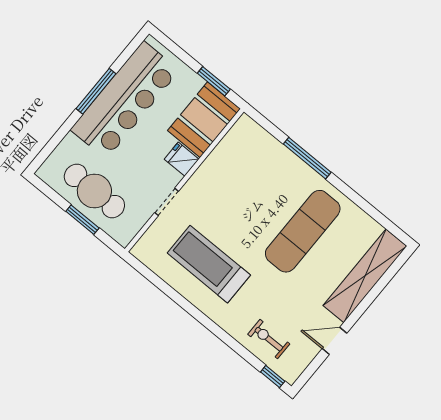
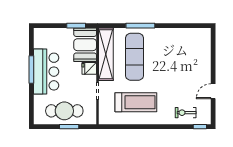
bar counter: (125, 100) -> (46, 72), width x0.73
exercise mat: (303, 231) -> (134, 57), moved
treadmill: (209, 264) -> (136, 102), turned 180
shelving: (365, 276) -> (106, 54), moved

